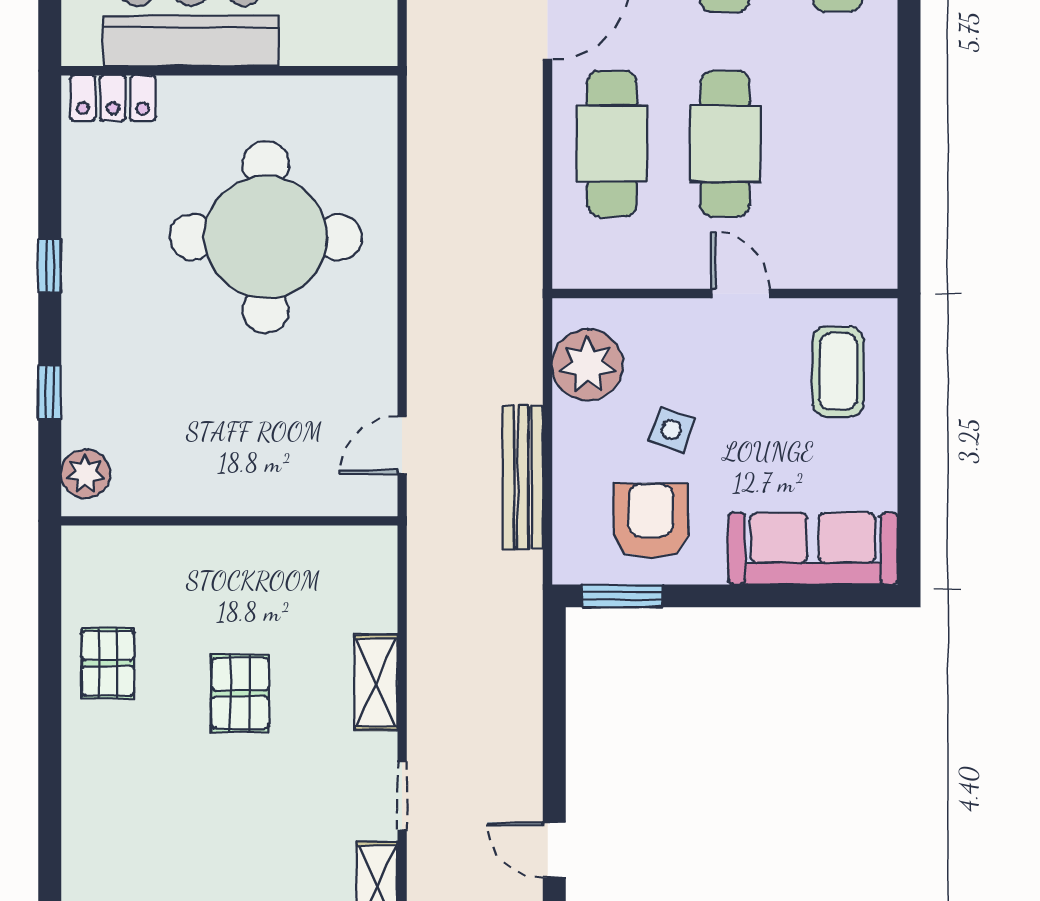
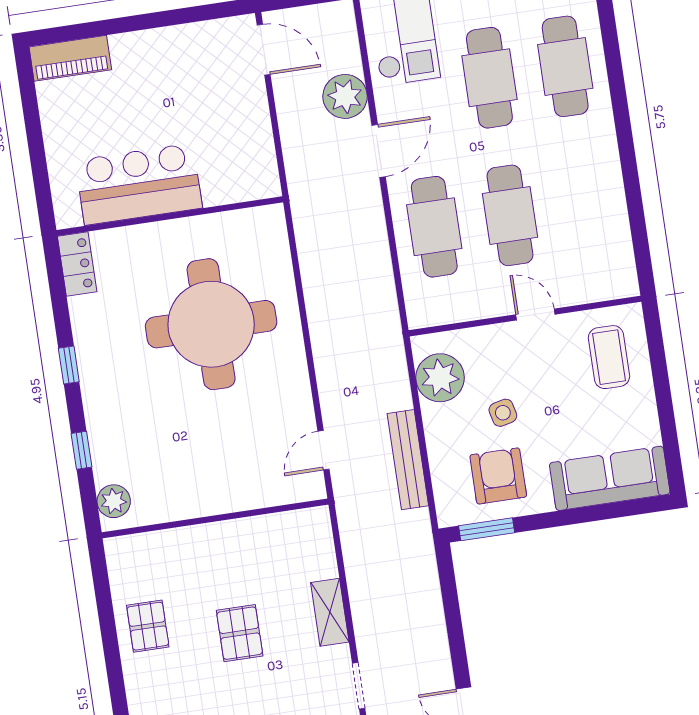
locker: (113, 98) -> (77, 264), moved, turned -90
side table: (672, 430) -> (503, 413), turned -33

